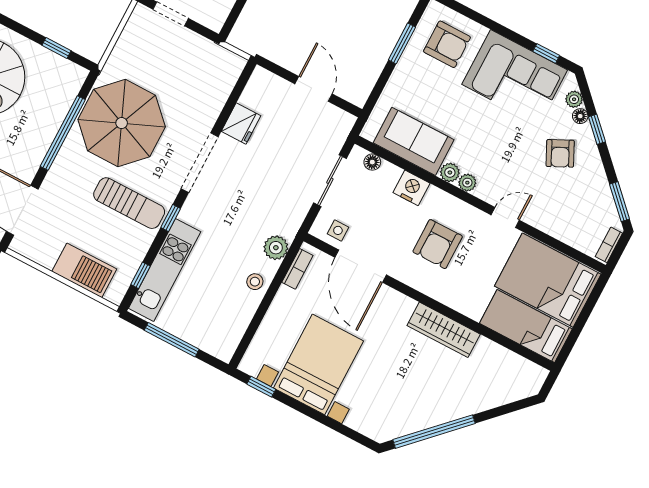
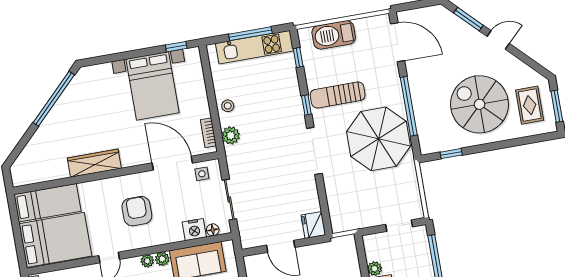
fridge: (241, 123) -> (313, 225), moved
nightstand: (412, 188) -> (194, 230), moved
kitchen unit: (165, 270) -> (254, 47), moved, turned -90

